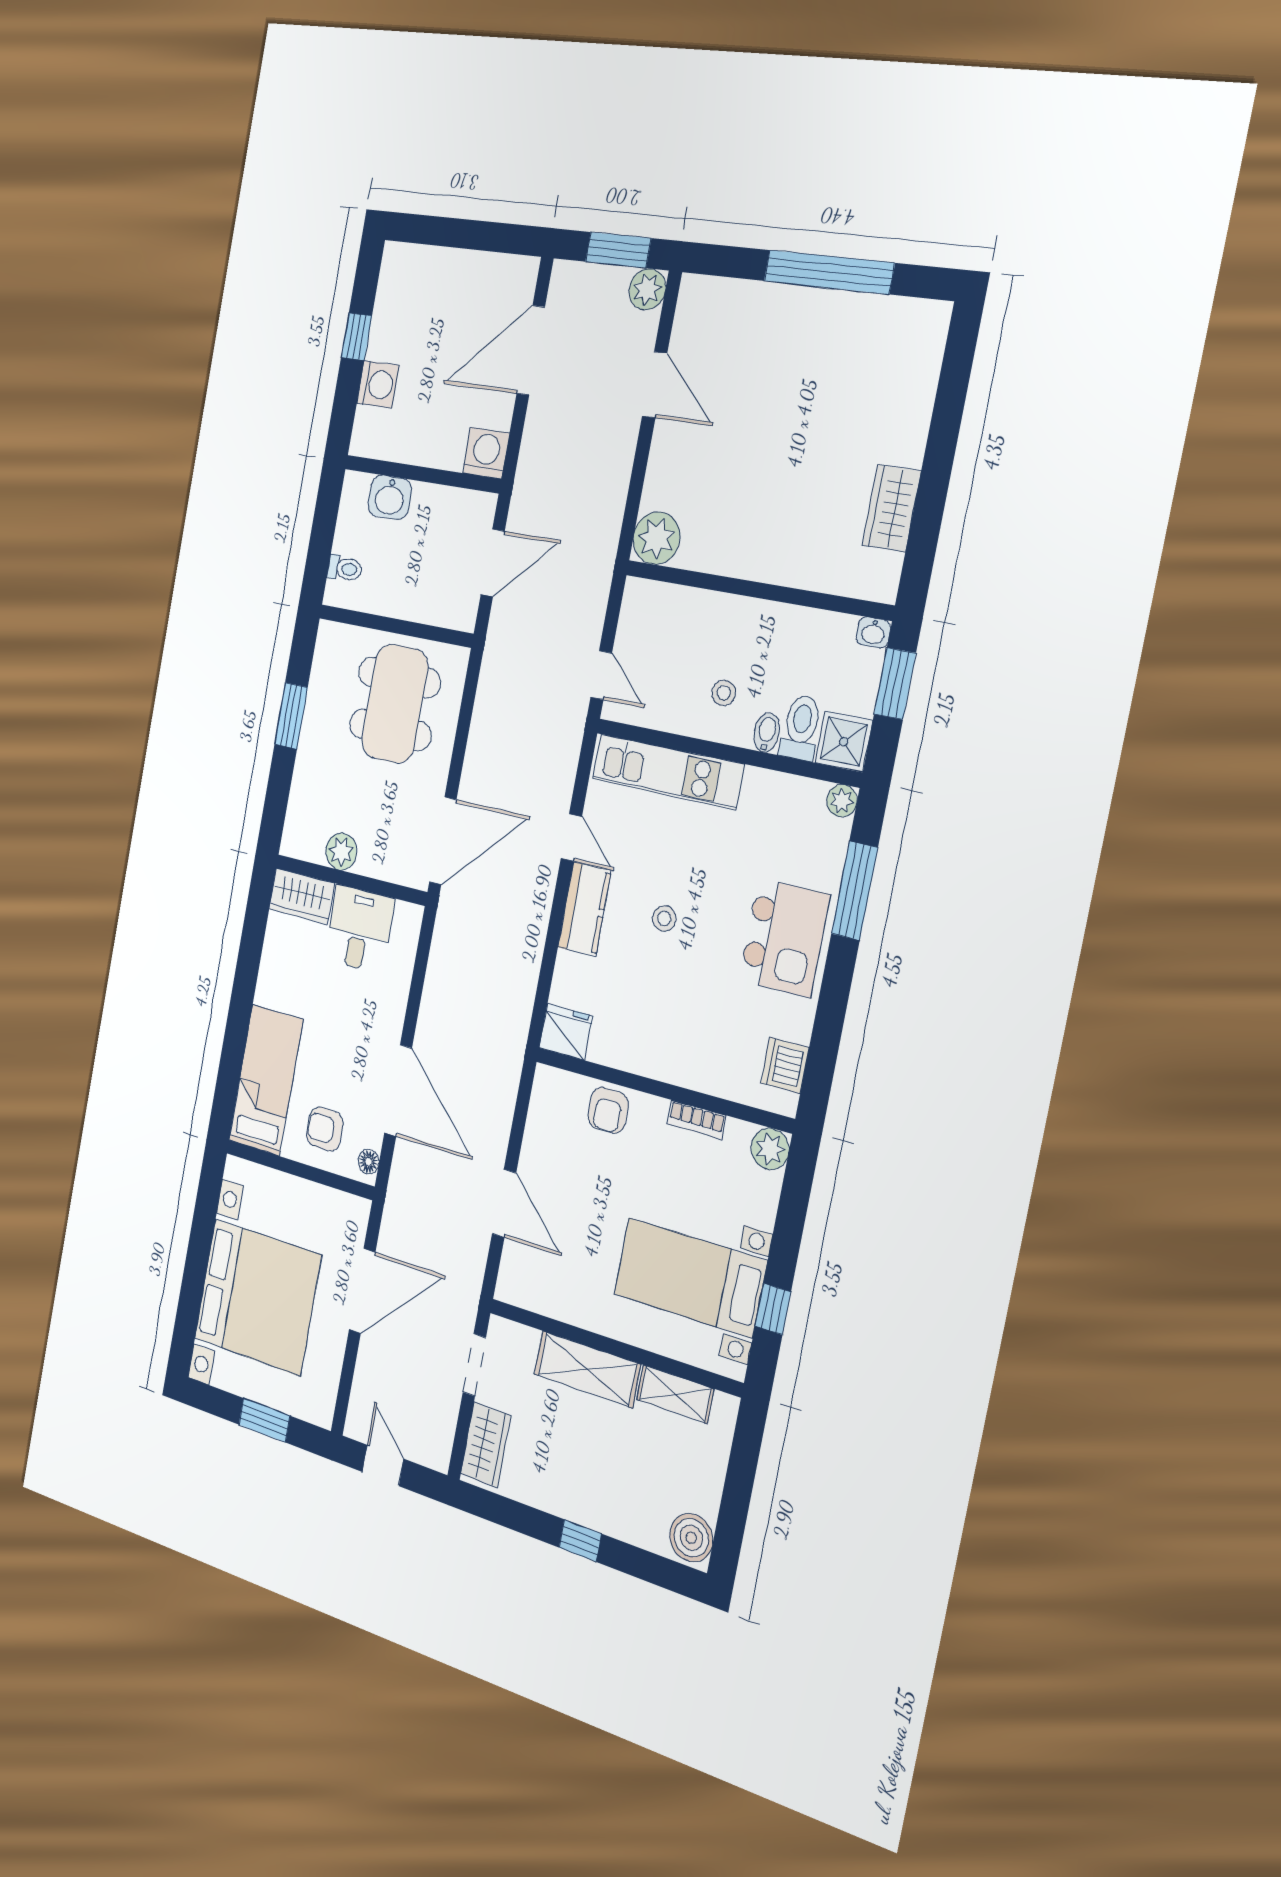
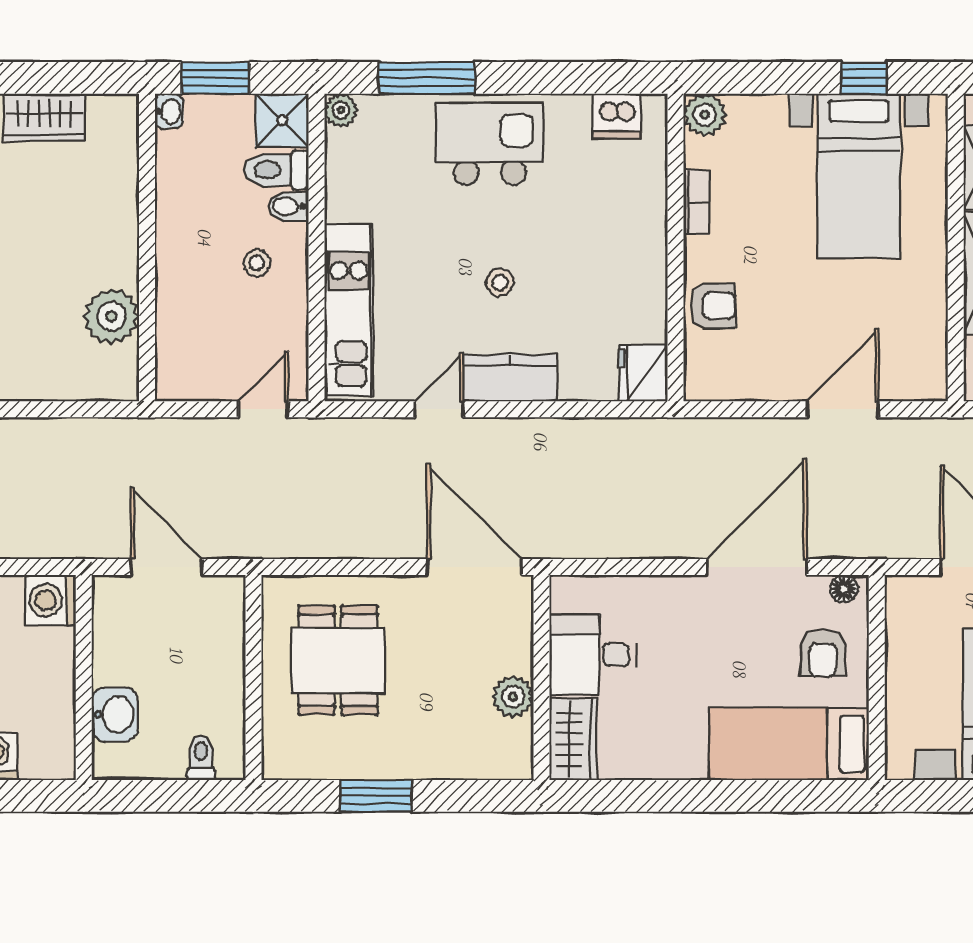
plant: (657, 538) -> (111, 316), moved
dining table: (395, 704) -> (338, 660), width x0.73

